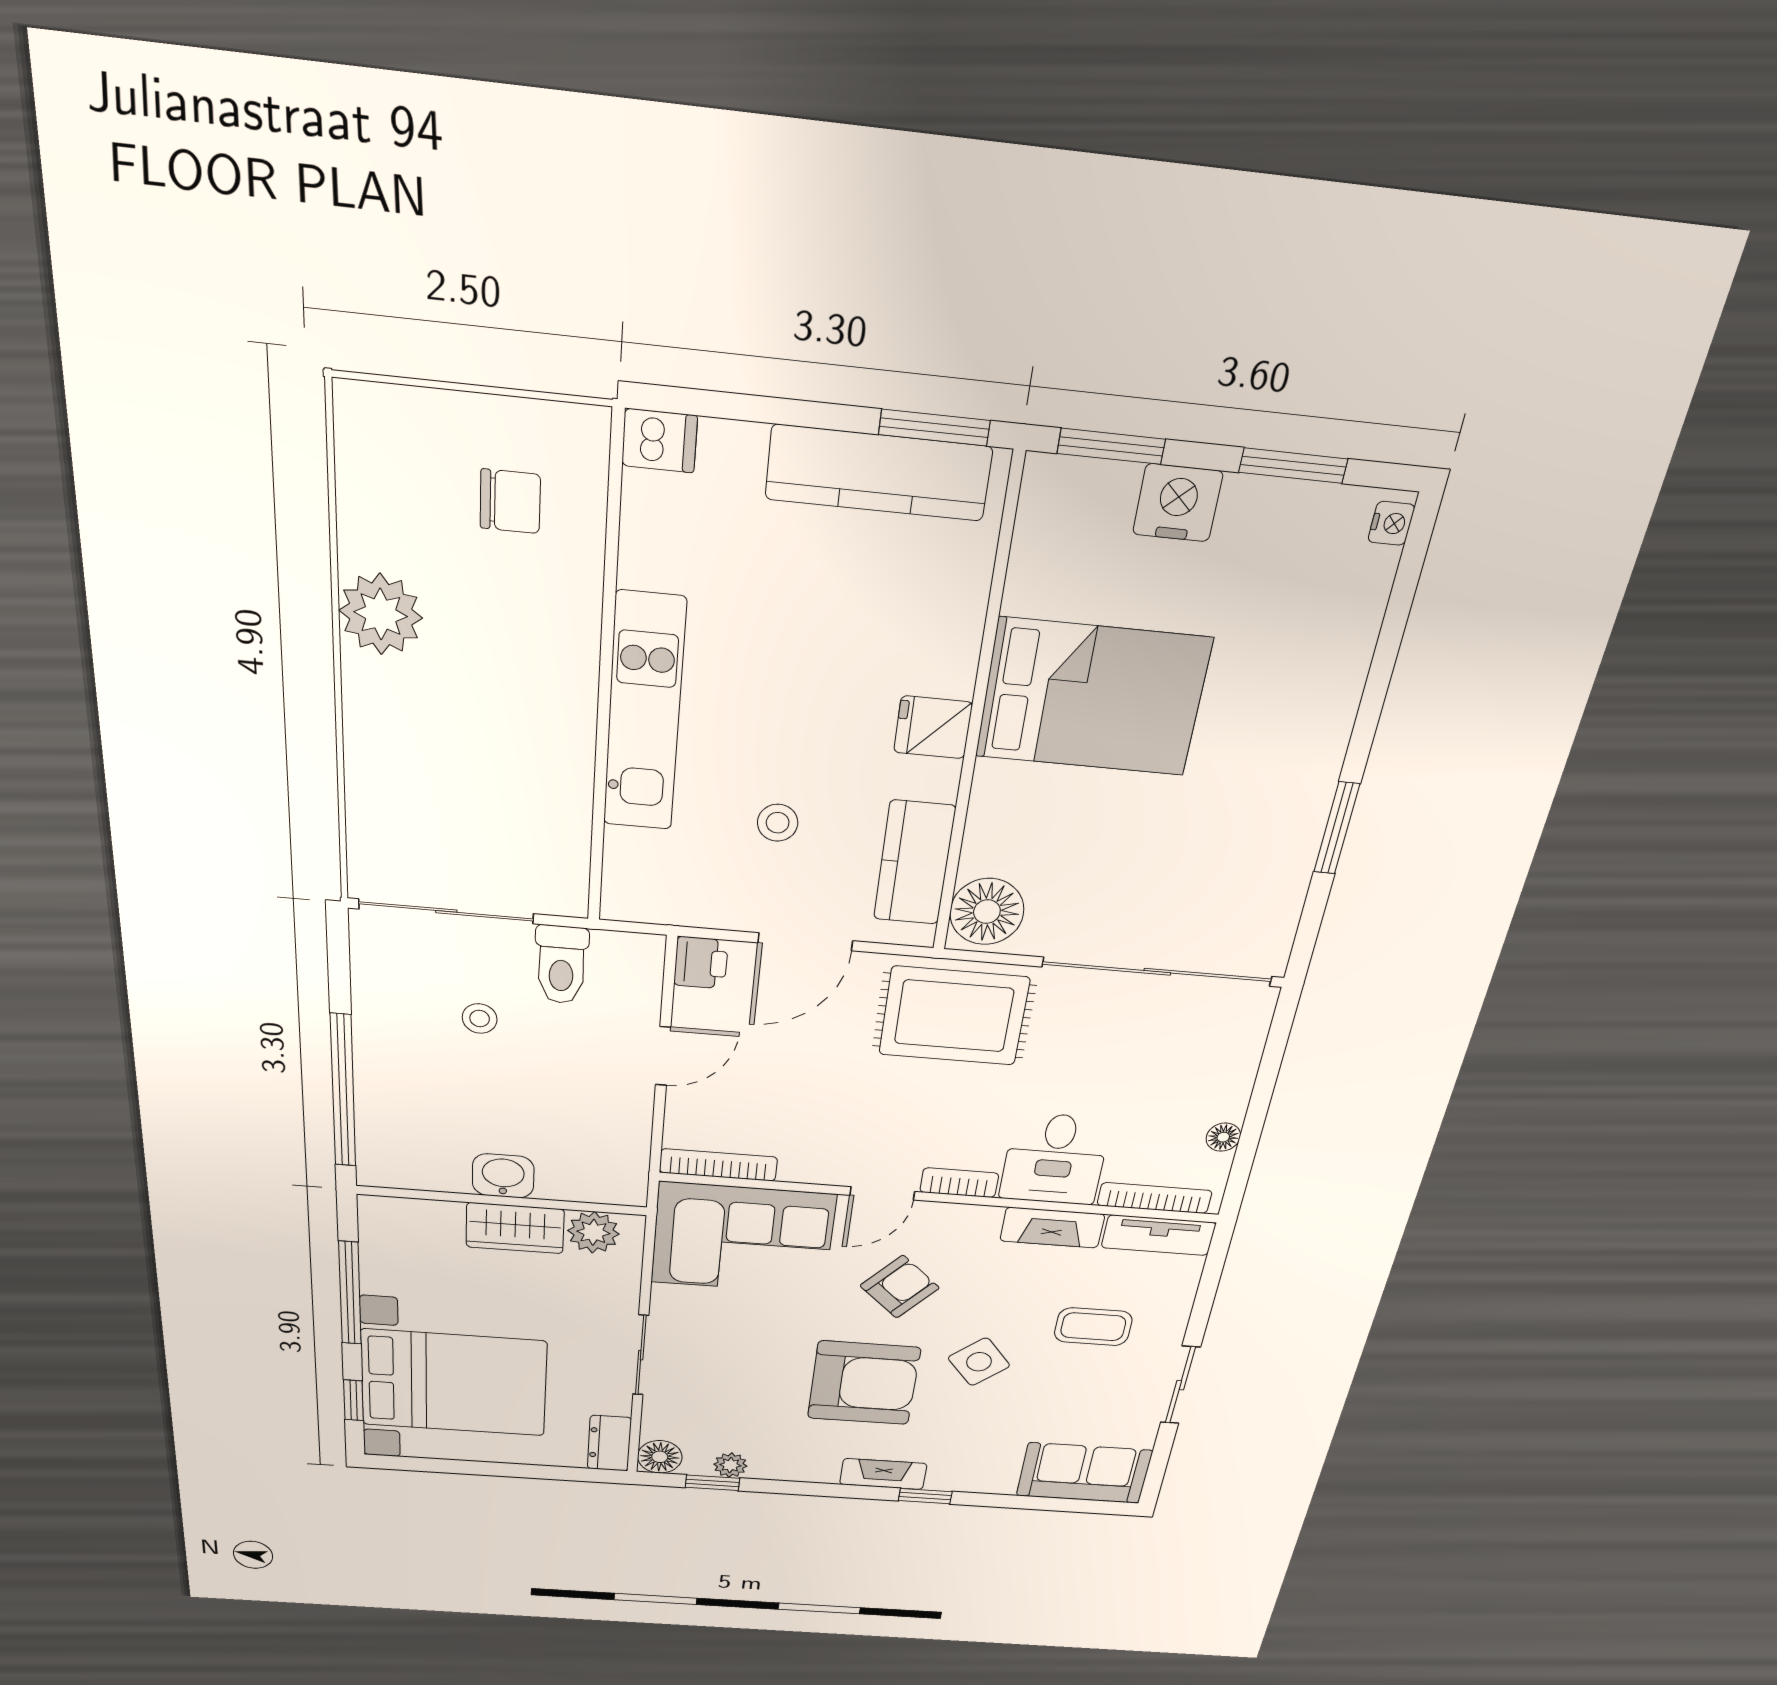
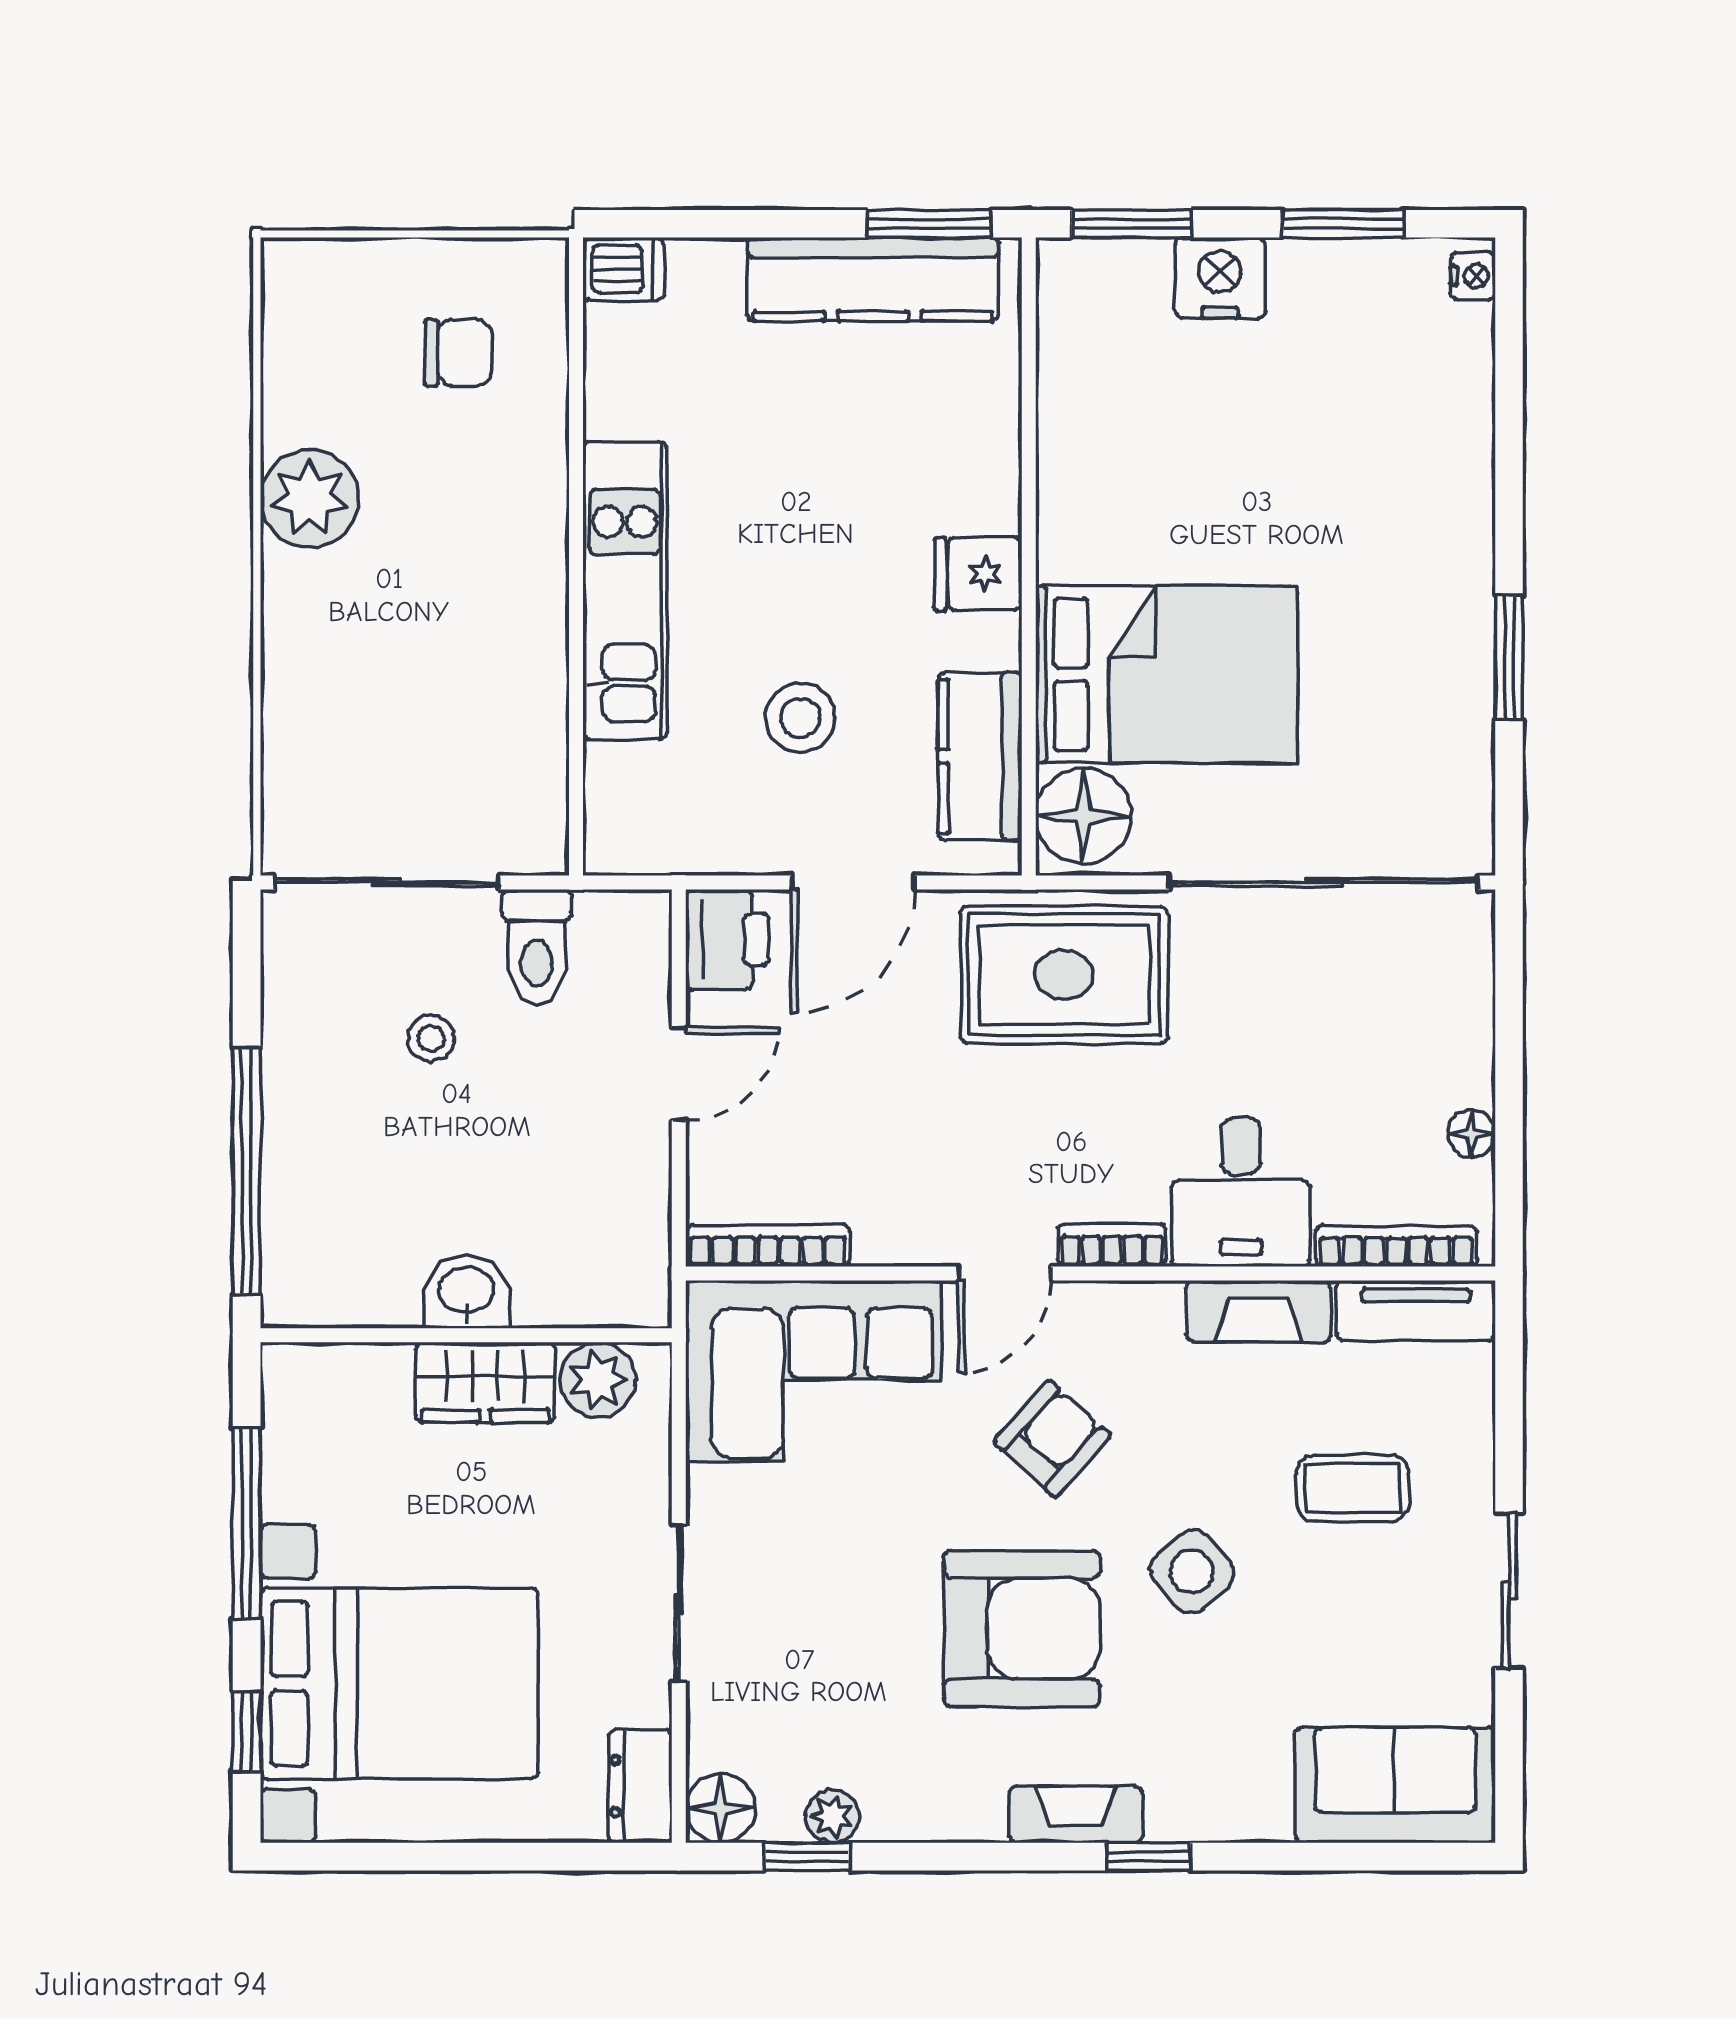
bed: (1093, 697) -> (1166, 674), moved
stool: (778, 823) -> (800, 718), width x1.37, depth x1.37
printer: (701, 963) -> (727, 940), width x1.36, depth x1.24

